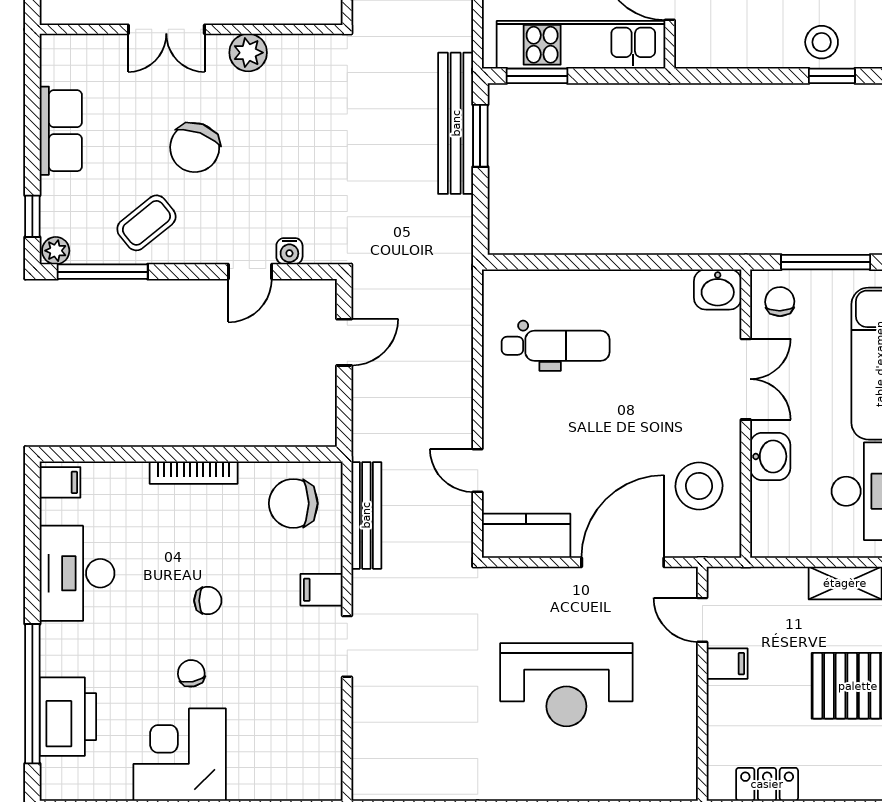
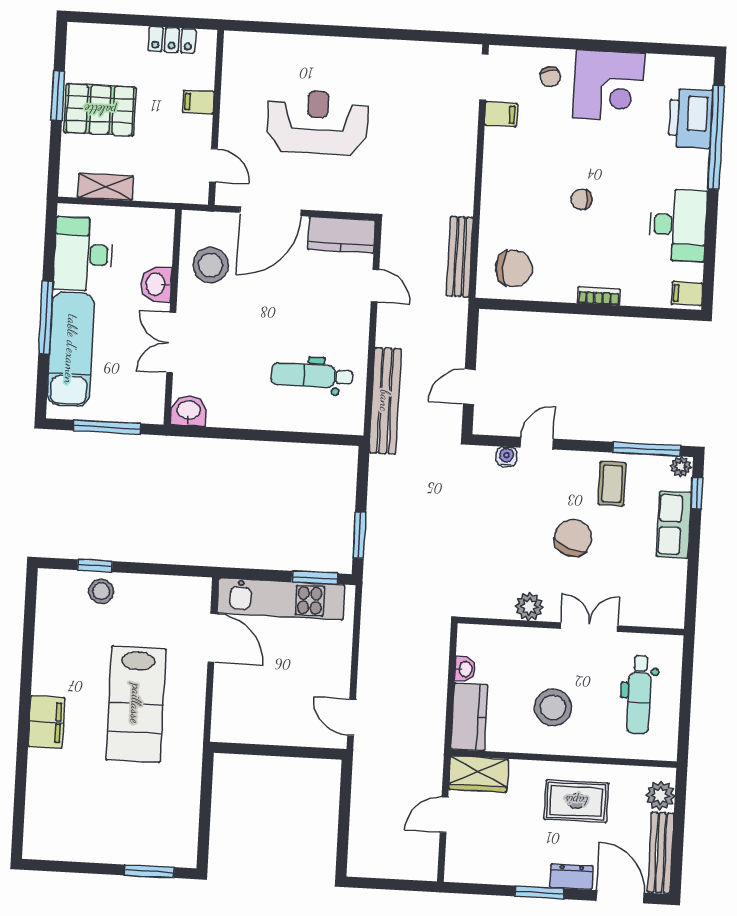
bench: (456, 123) -> (385, 401), moved
row of seats: (61, 131) -> (674, 525), moved
coffee table: (146, 223) -> (612, 484), turned -51
chair: (780, 302) -> (143, 399), removed
bookcase: (194, 473) -> (599, 296), width x0.64
filing cabinet: (322, 590) -> (501, 114), moved
doorway: (347, 646) -> (484, 77), moved
filing cabinet: (727, 664) -> (198, 102), moved
chair: (191, 673) -> (550, 77), moved

